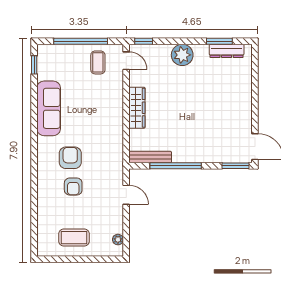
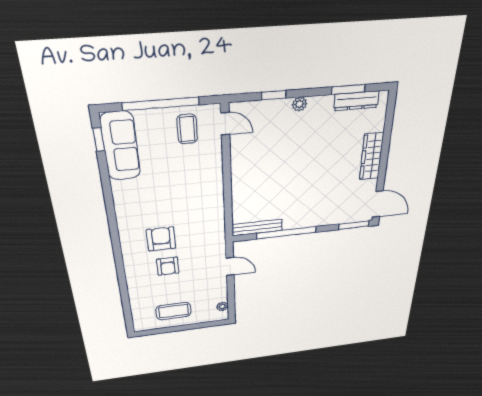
window: (144, 41) -> (274, 95), moved
plant: (182, 55) -> (299, 104), width x0.53, depth x0.53
sofa: (49, 108) -> (120, 146), moved
wardrobe: (137, 108) -> (372, 156), moved, turned 180

